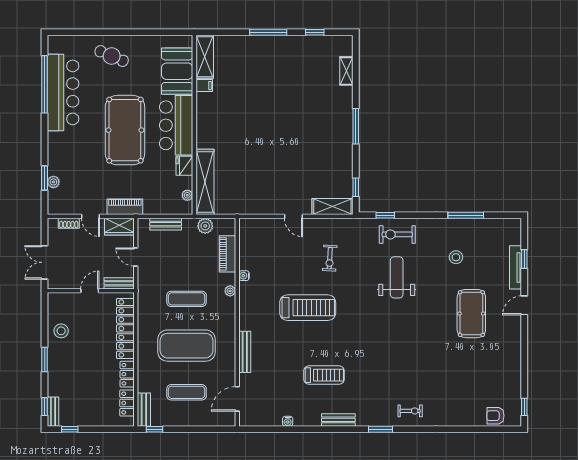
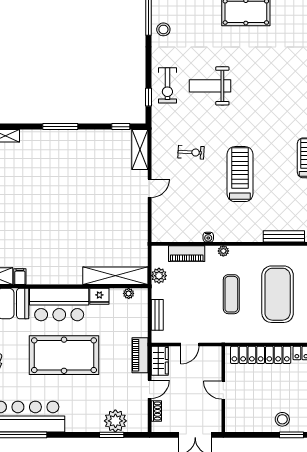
plant: (53, 182) -> (115, 421), width x1.88, depth x1.88
stool: (456, 257) -> (163, 29), moved
bench: (119, 283) -> (216, 361), removed
stool: (61, 331) -> (282, 419), moved

